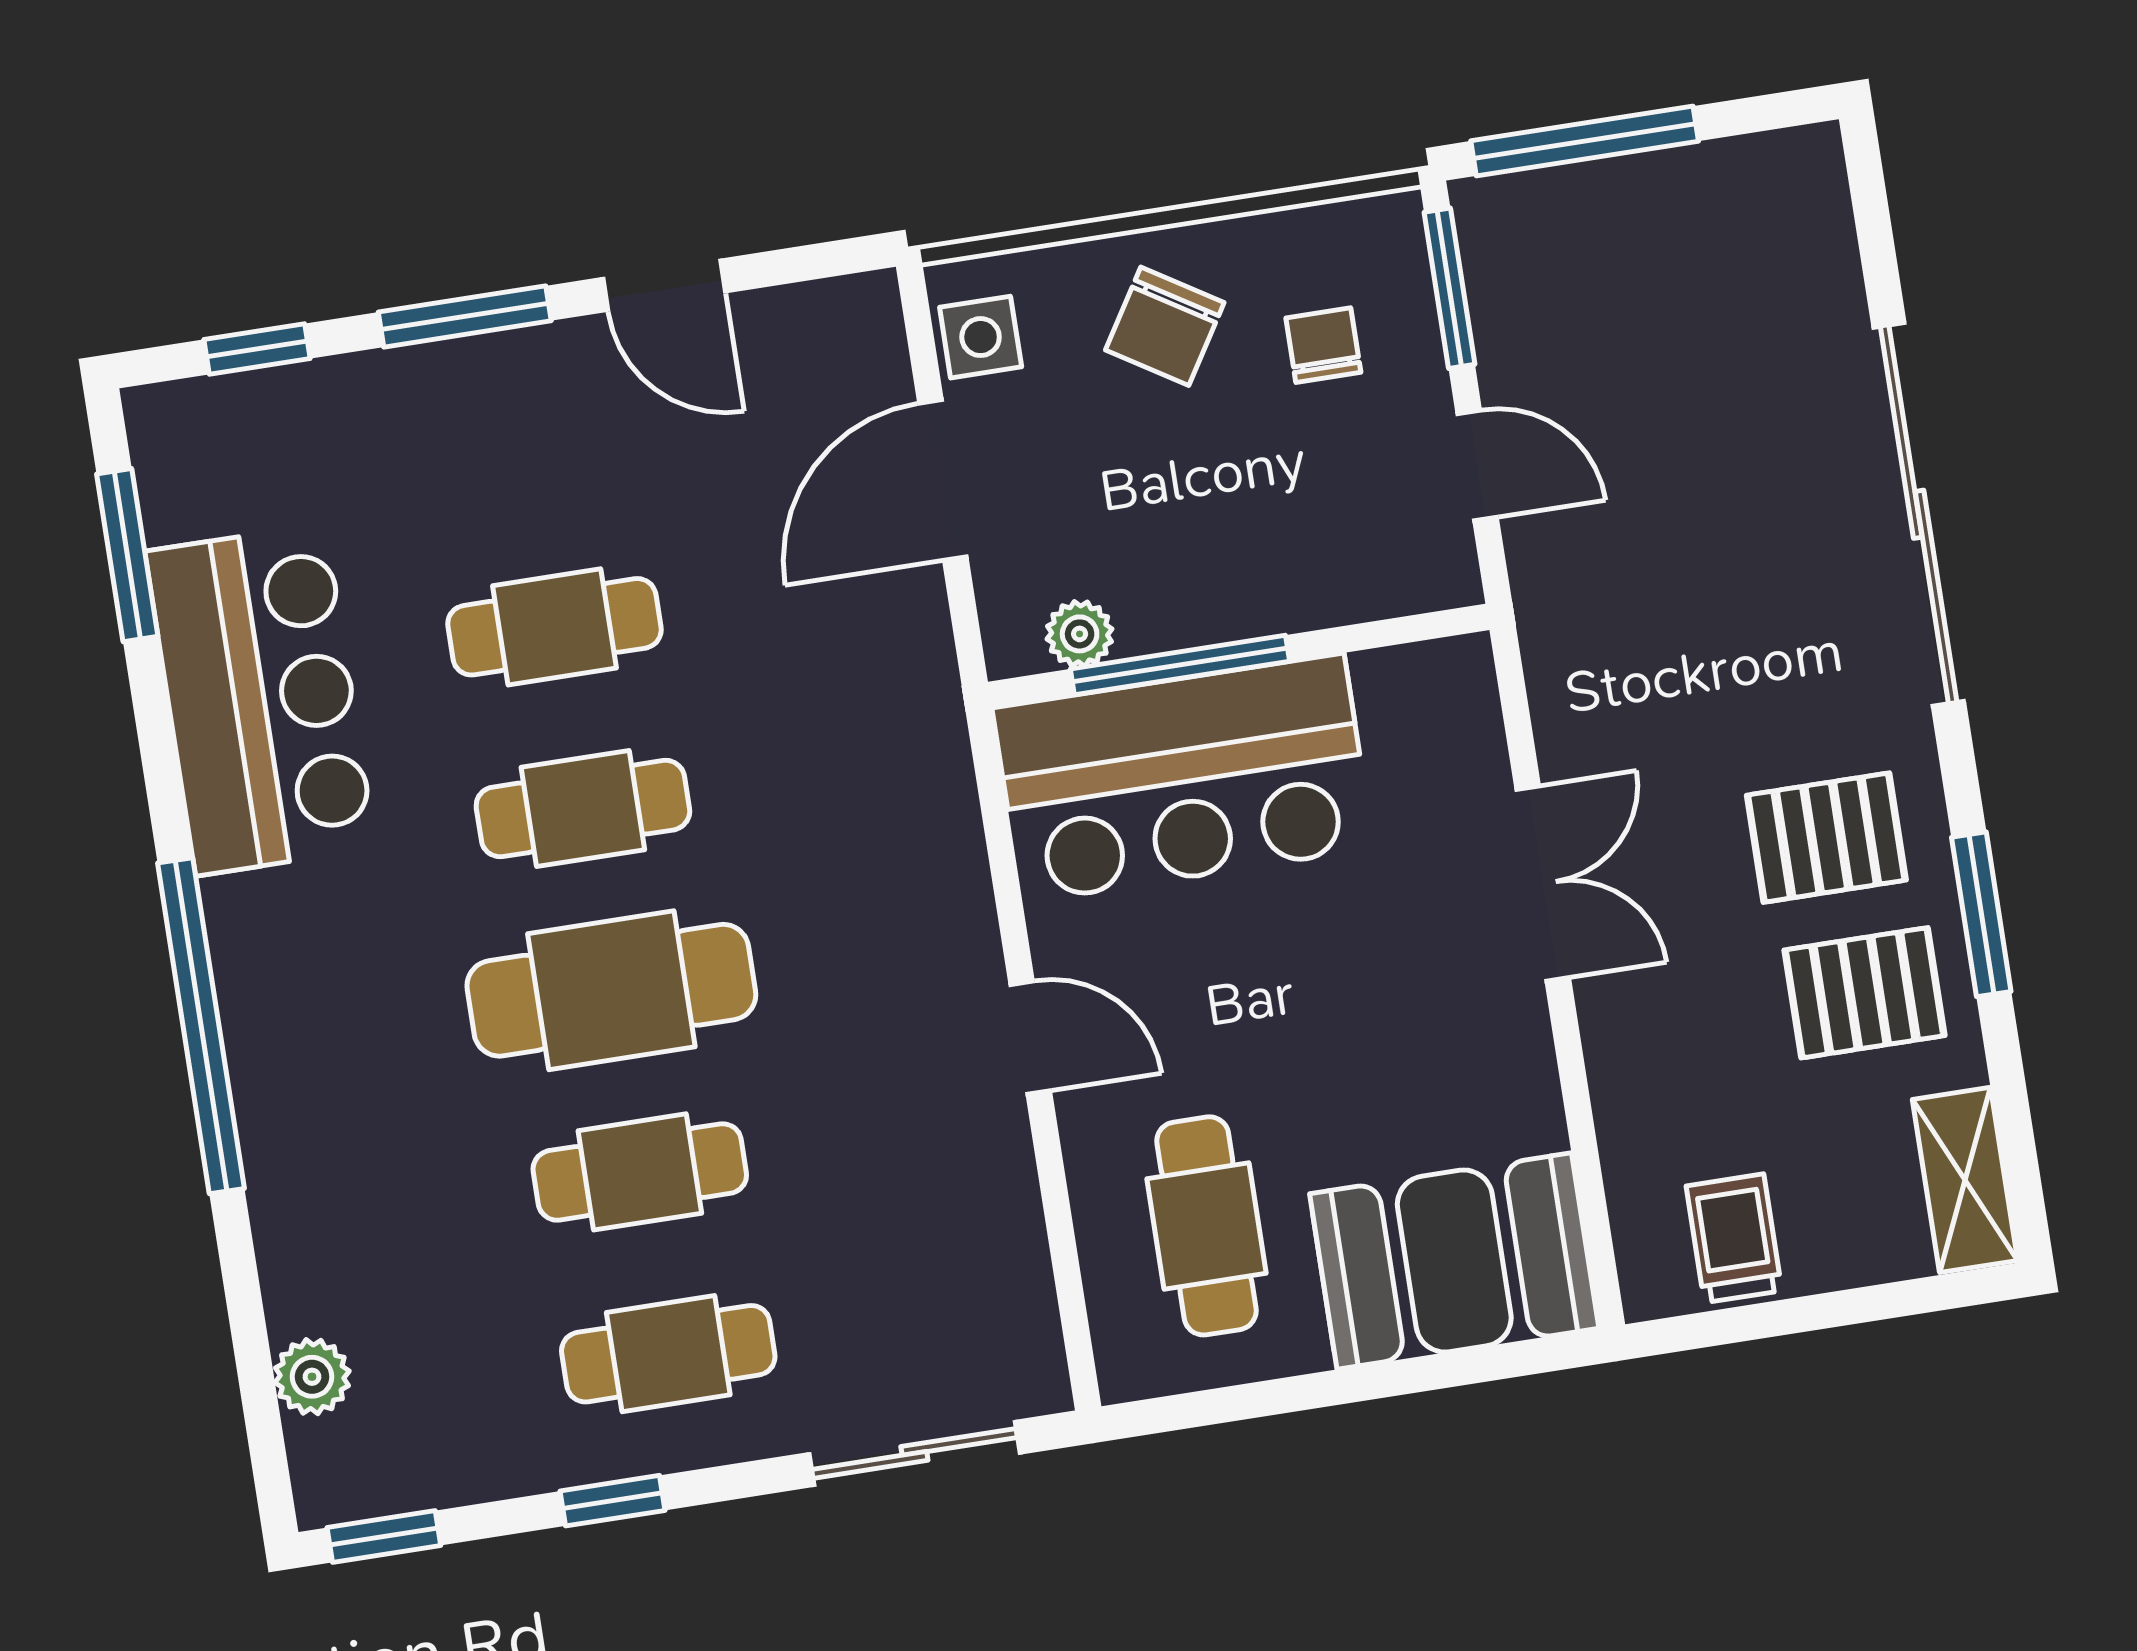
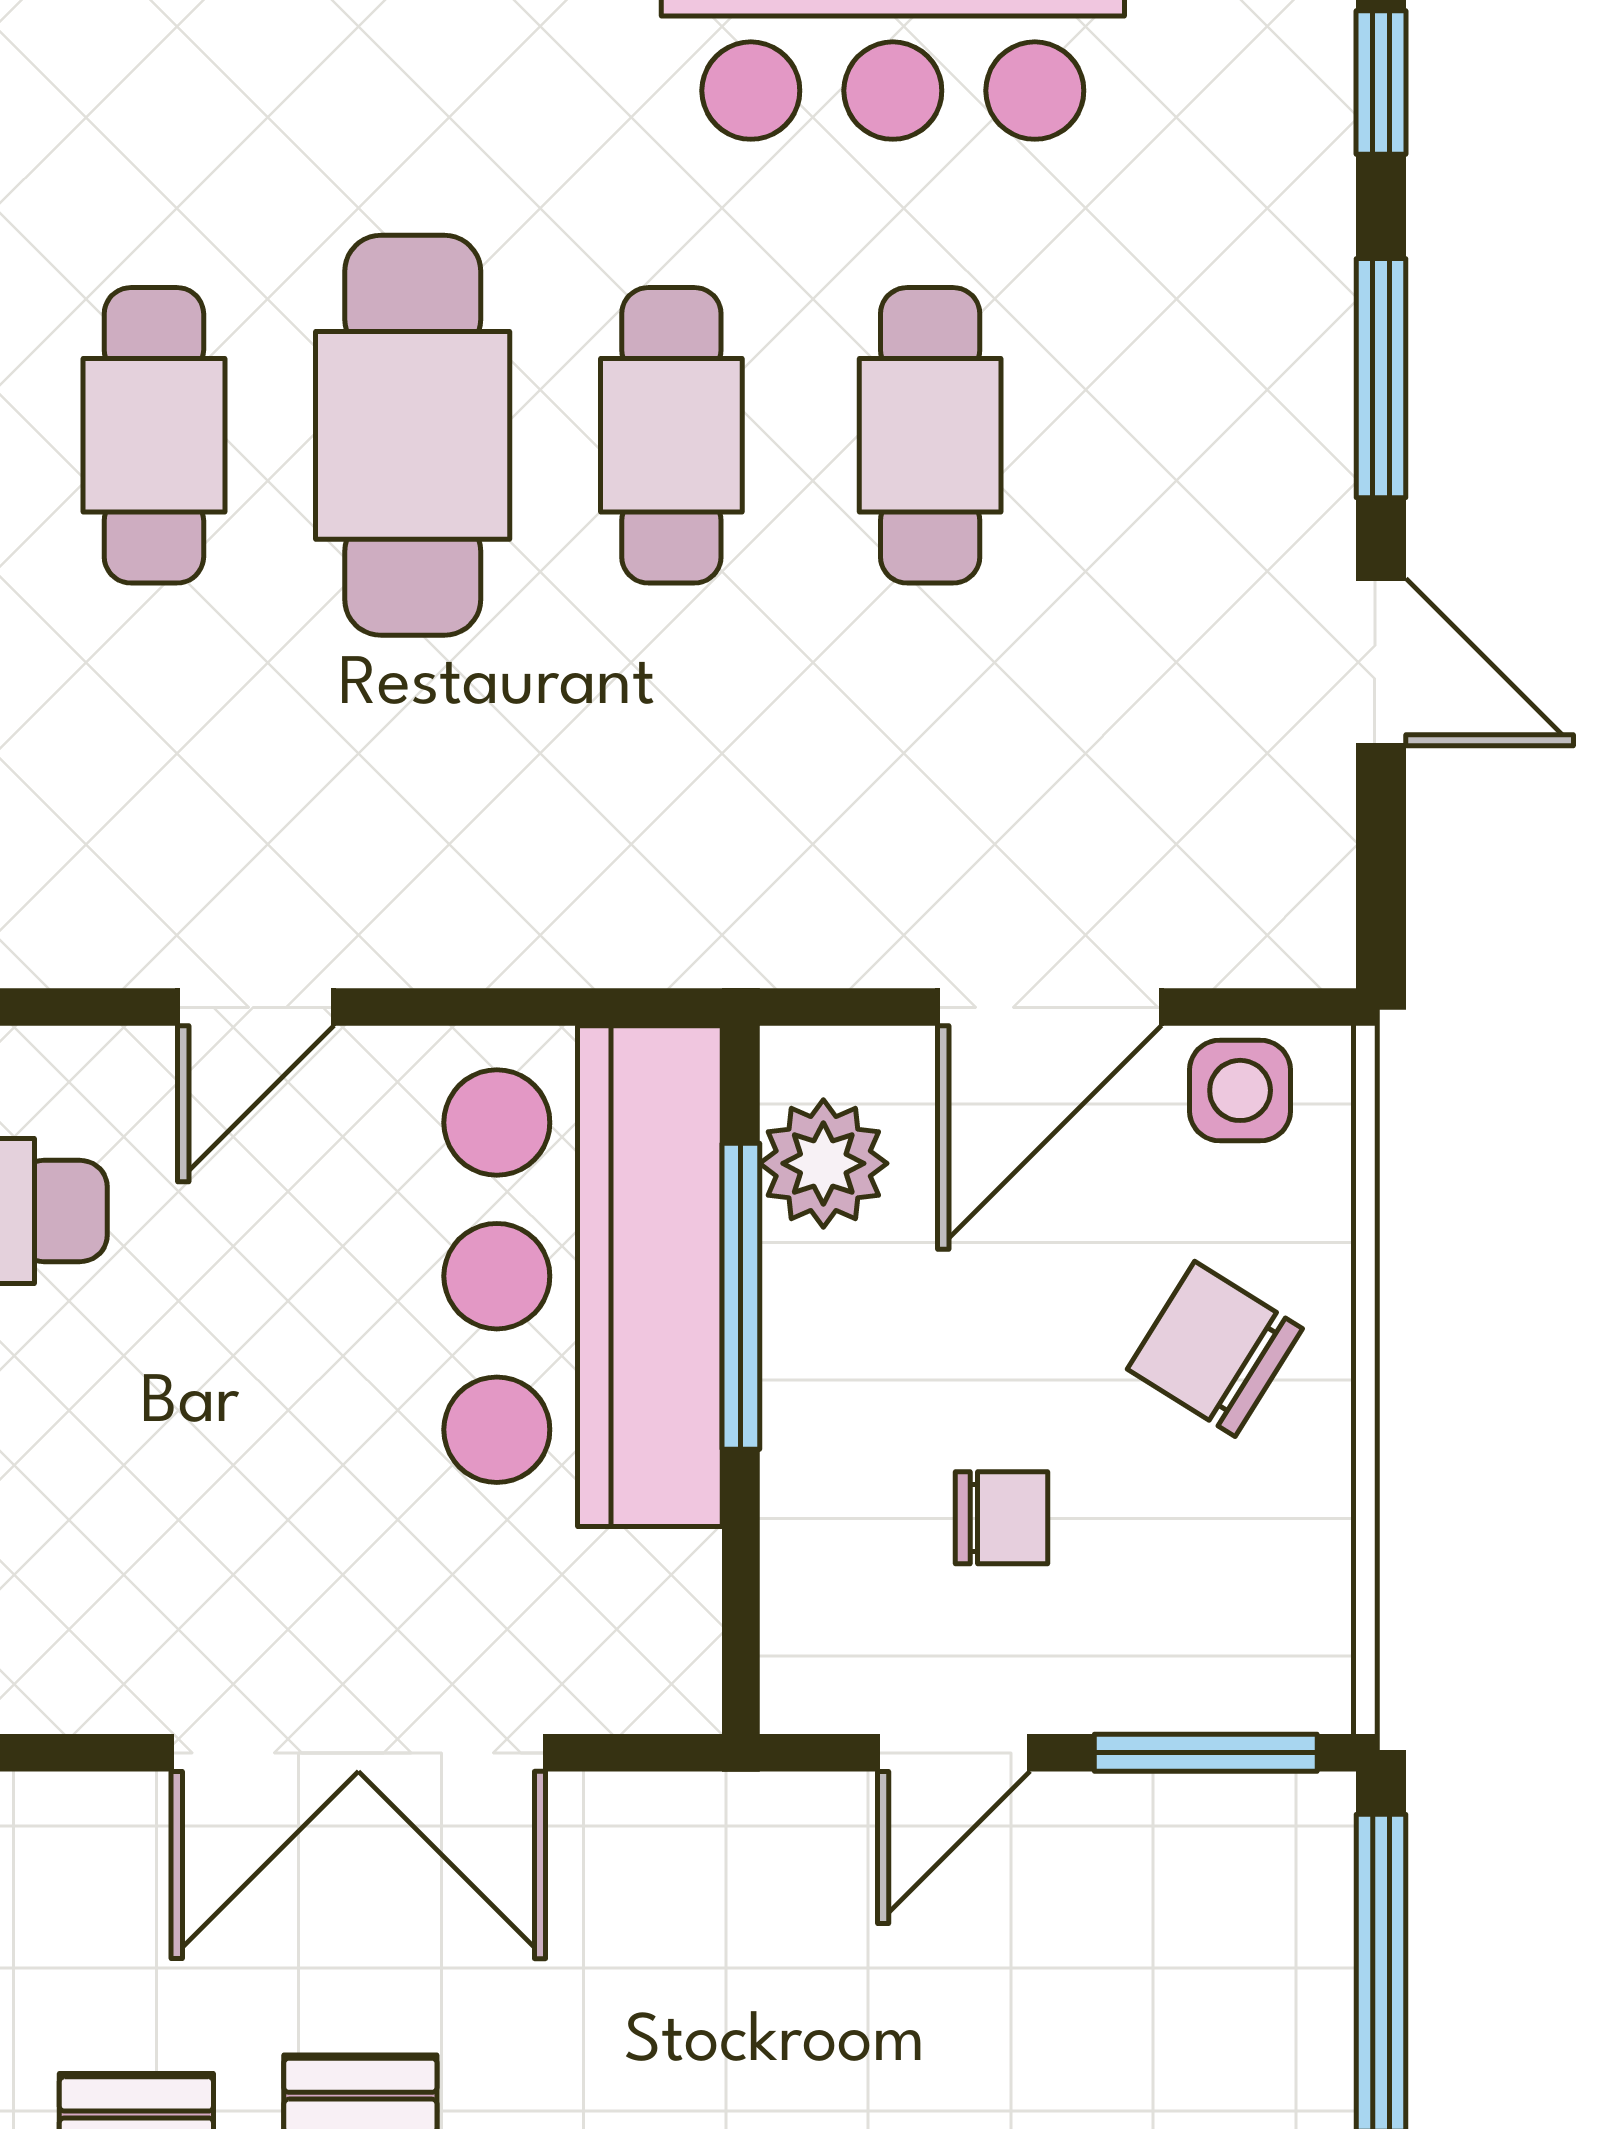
door: (664, 285) -> (1381, 662), swing flipped
chair: (1323, 345) -> (1002, 1518), moved
door: (943, 480) -> (1049, 1007), swing flipped
plant: (1080, 634) -> (823, 1163), width x1.38, depth x1.38
double door: (1543, 883) -> (358, 1753), width x1.37

